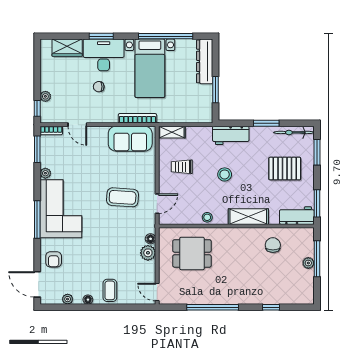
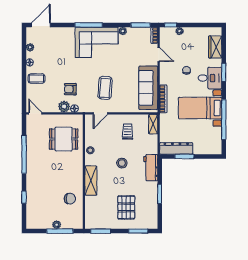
desk: (104, 55) -> (210, 78), width x0.73
dresser: (205, 61) -> (176, 148), moved
door: (77, 125) -> (159, 55), swing flipped
bicycle: (294, 132) -> (153, 214), removed
sofa: (130, 139) -> (148, 88), width x1.36
door: (157, 204) -> (100, 113), hinge flipped
workbench: (297, 216) -> (92, 216), removed
dining table: (192, 253) -> (64, 139), turned 90
armchair: (54, 259) -> (70, 89), moved
door: (157, 292) -> (35, 113), hinge flipped

